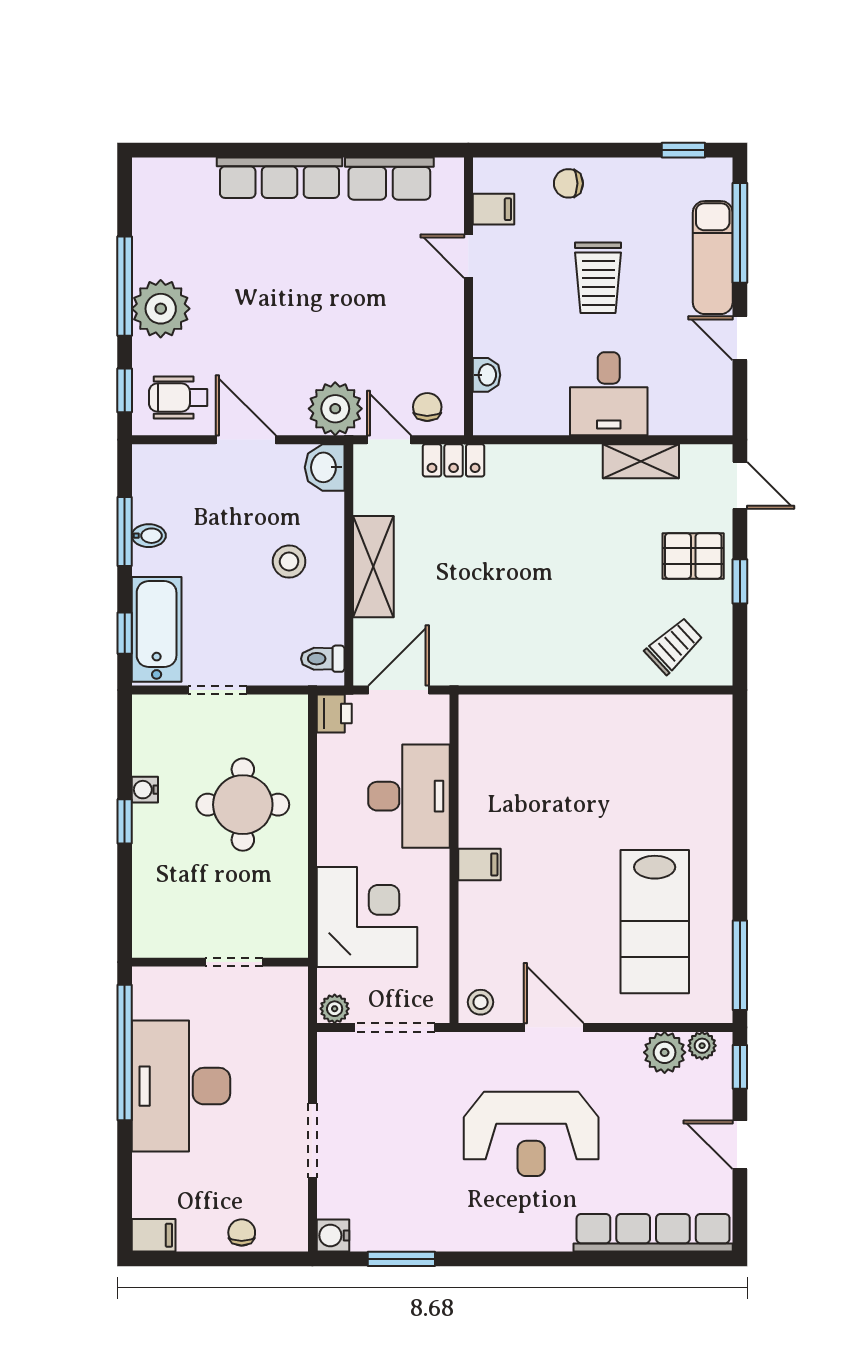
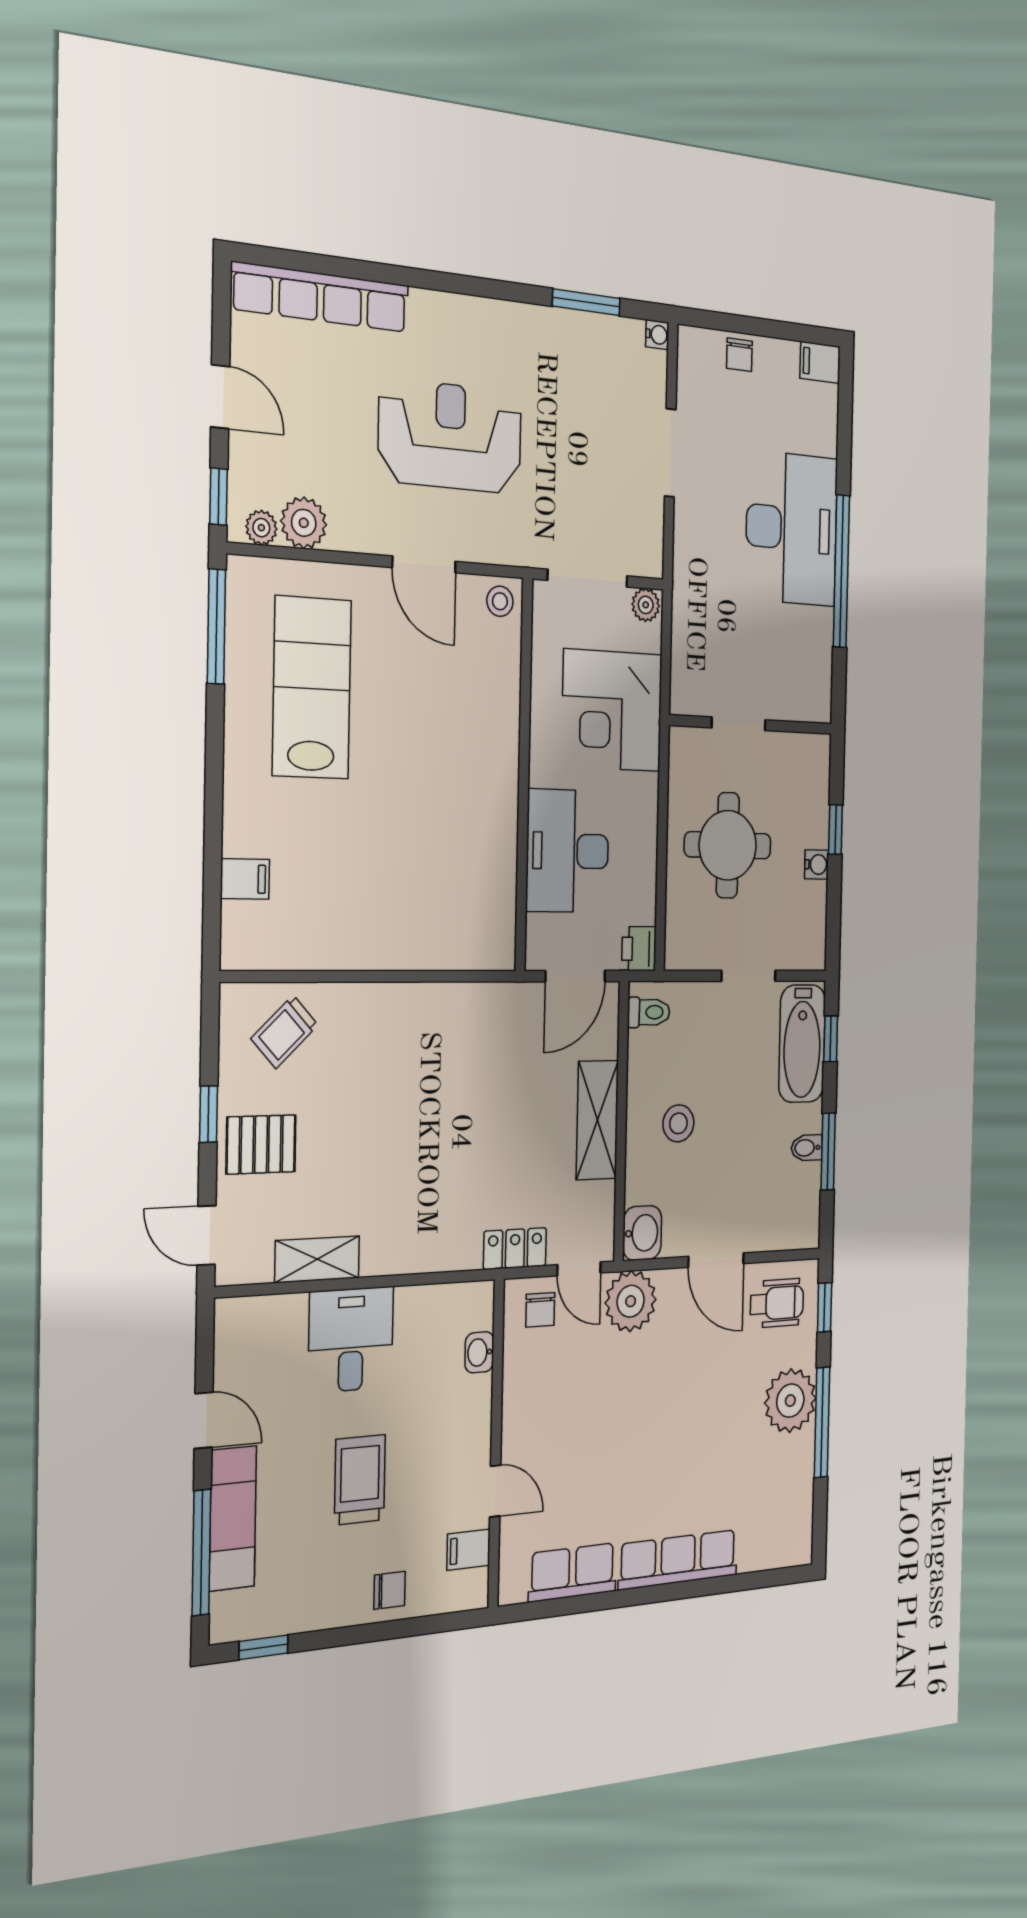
filing cabinet: (479, 864) -> (245, 879), moved, turned 180
wall: (220, 962) -> (752, 724), moved
doorway: (234, 962) -> (739, 724), moved
water cooler: (333, 1235) -> (657, 335), width x0.72, depth x0.72

